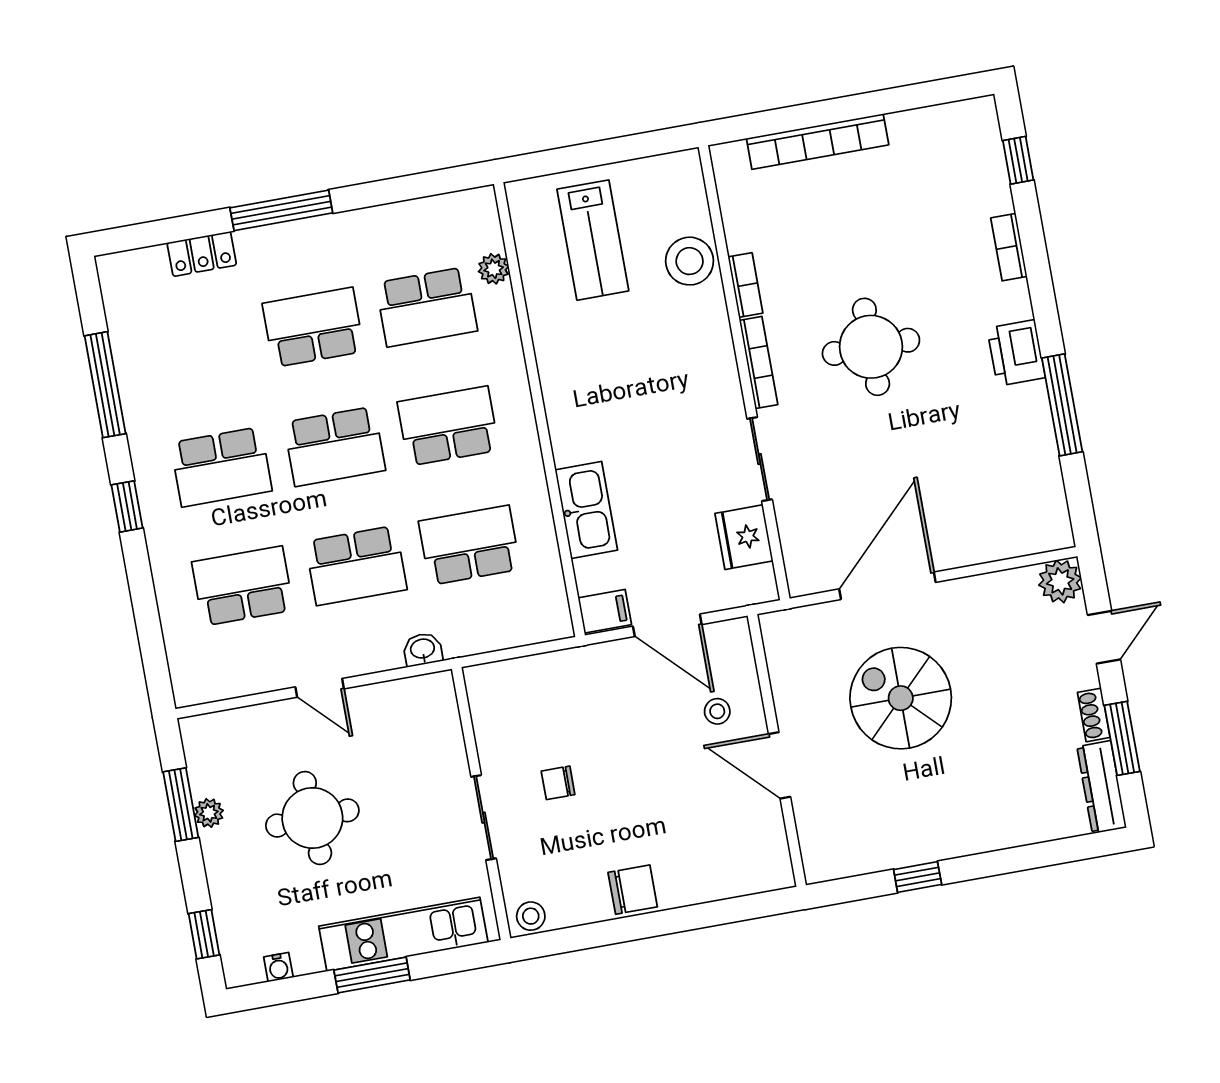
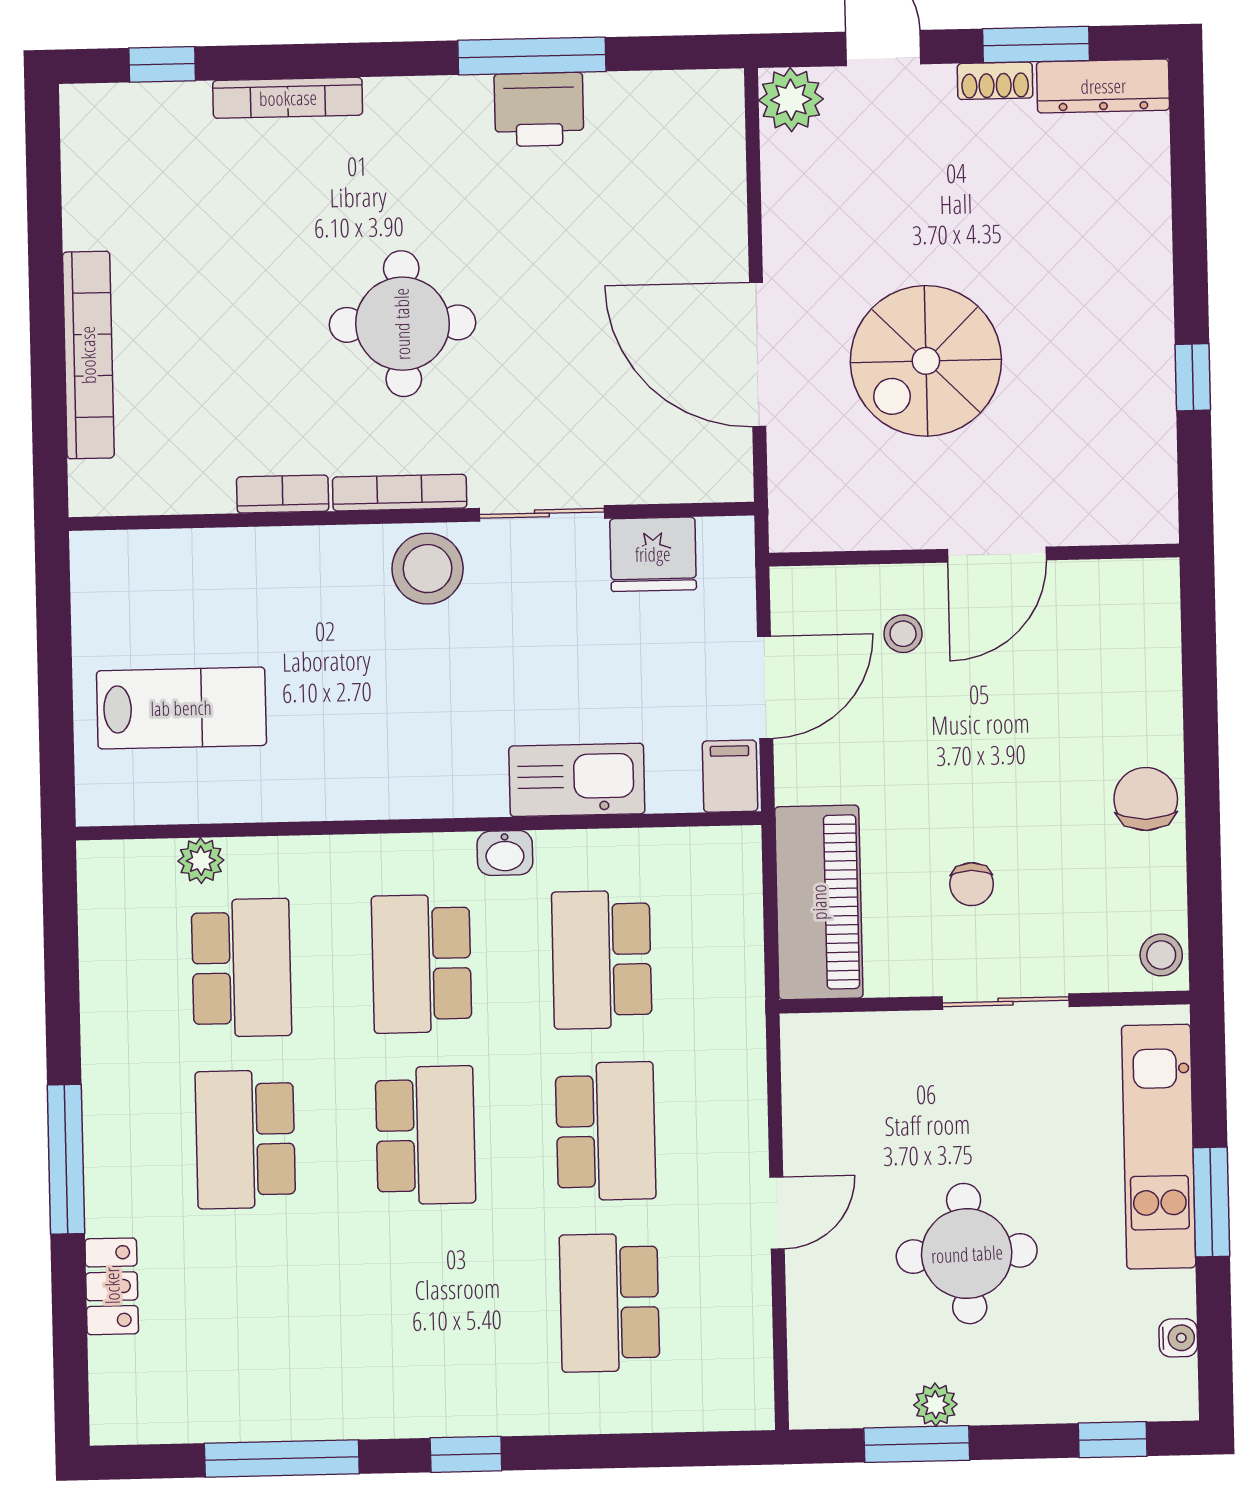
bookcase: (1009, 247) -> (288, 98), width x1.56
stool: (690, 261) -> (428, 569), moved
printer: (1016, 353) -> (539, 109), moved
school desk: (221, 467) -> (429, 1307), removed
washbasin: (423, 649) -> (505, 853), moved, turned -90
piano: (530, 683) -> (819, 902), added

